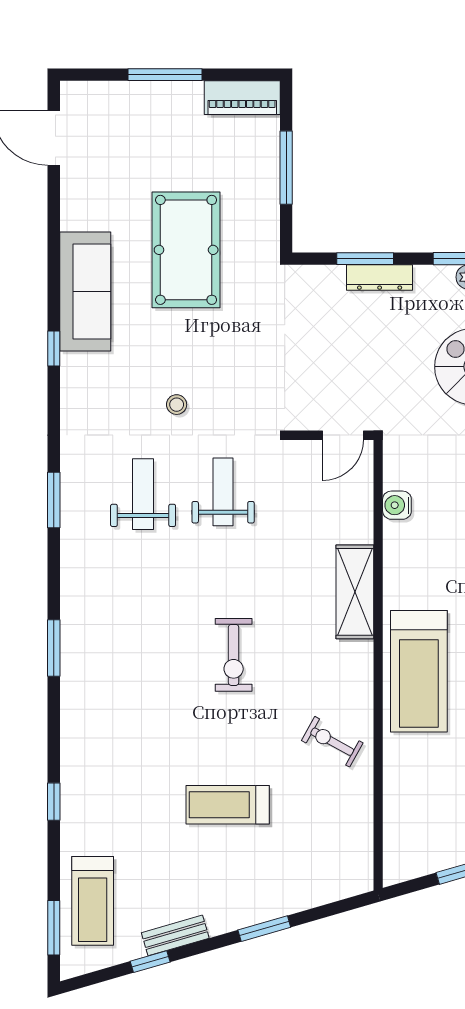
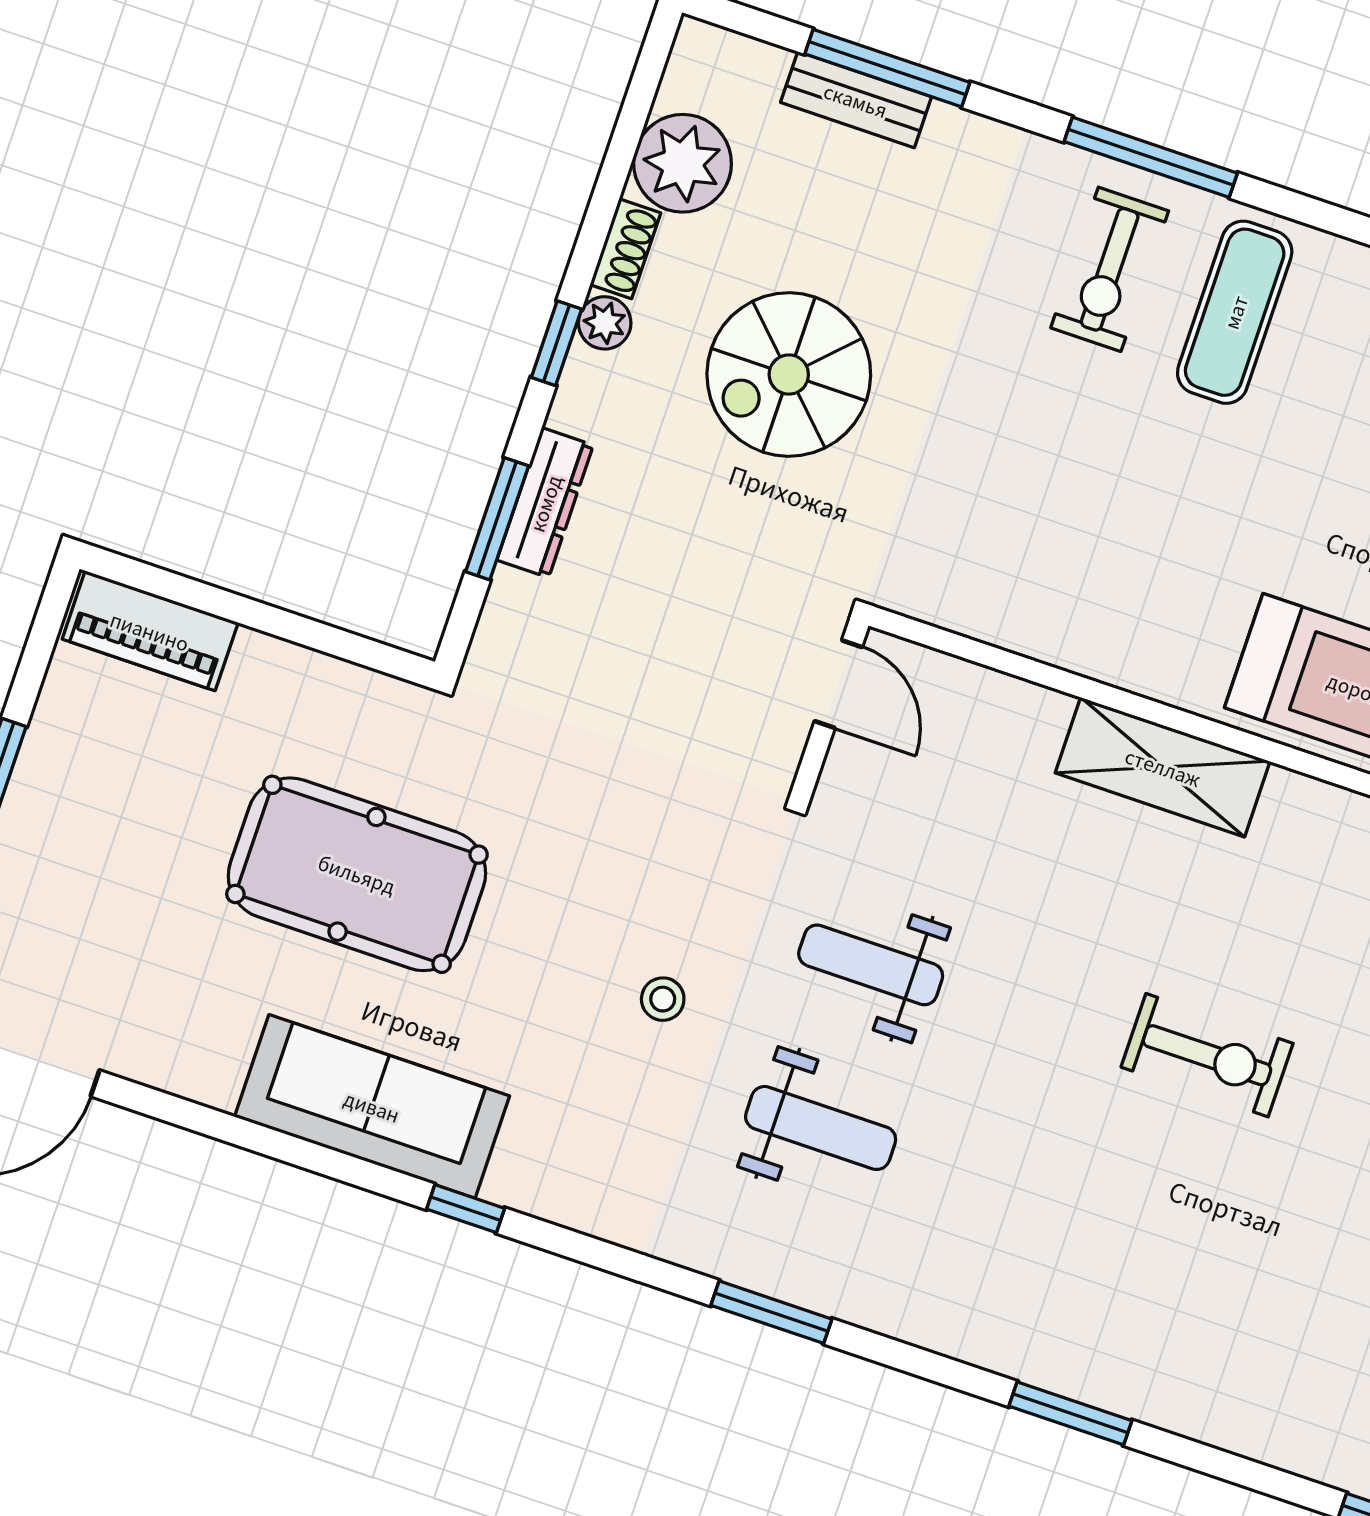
piano: (242, 98) -> (150, 631), moved, turned 90
window: (286, 168) -> (259, 616), removed
weight bench: (143, 494) -> (821, 1128), turned 180
water cooler: (397, 505) -> (1016, 623), removed

